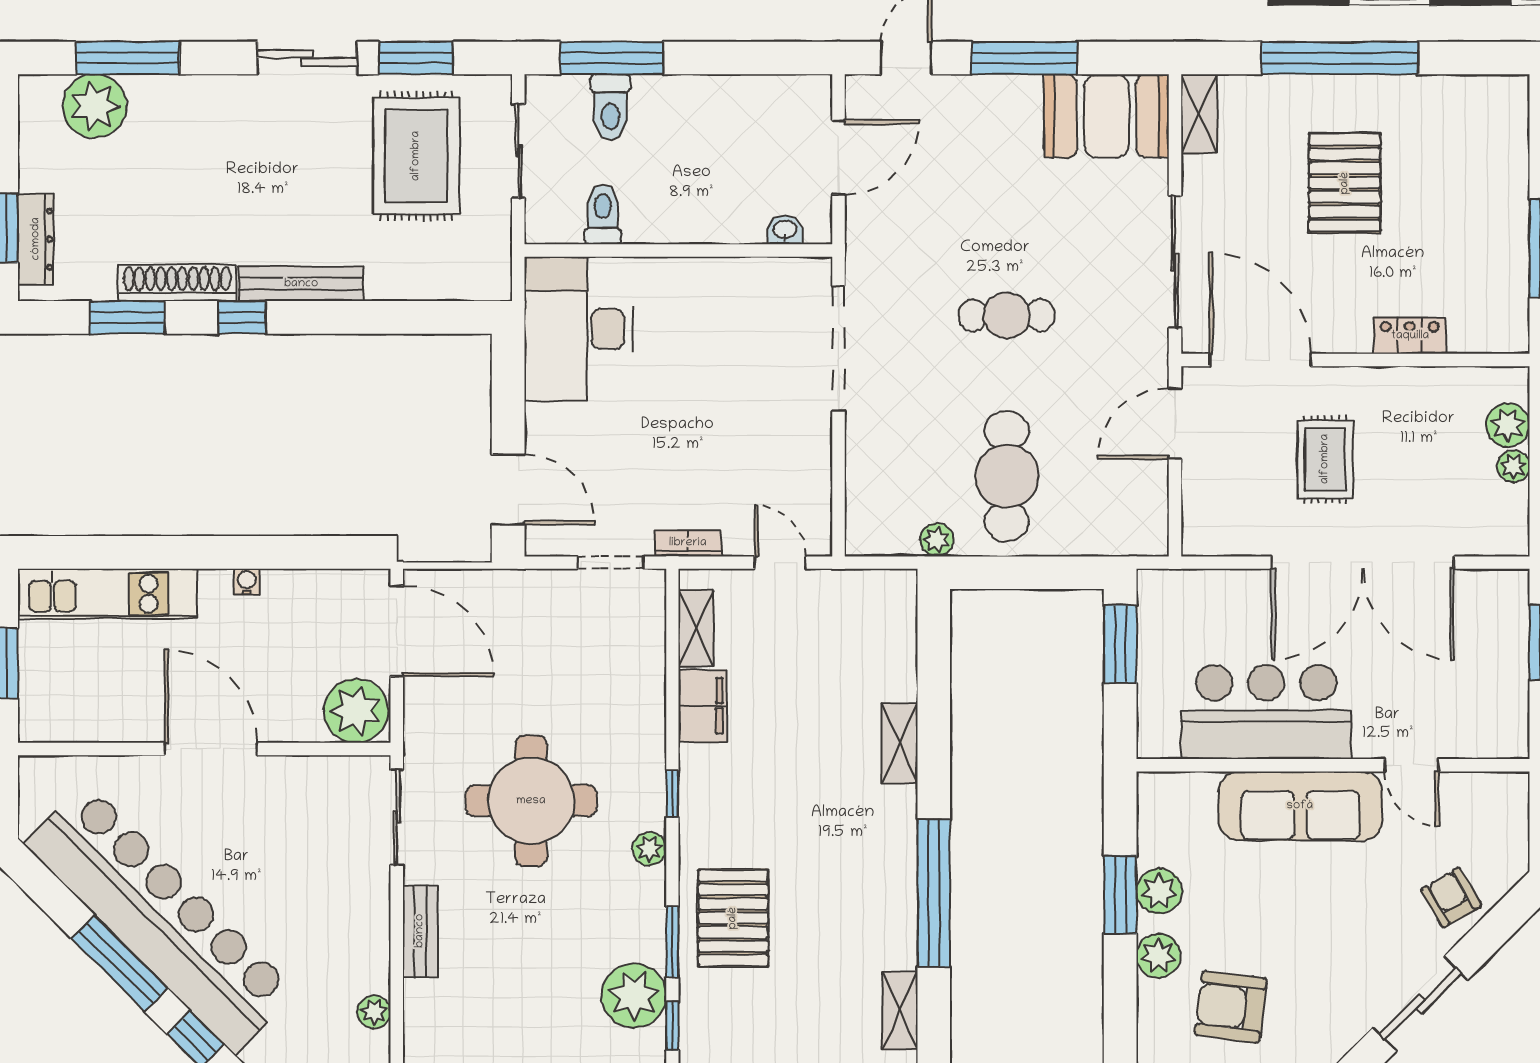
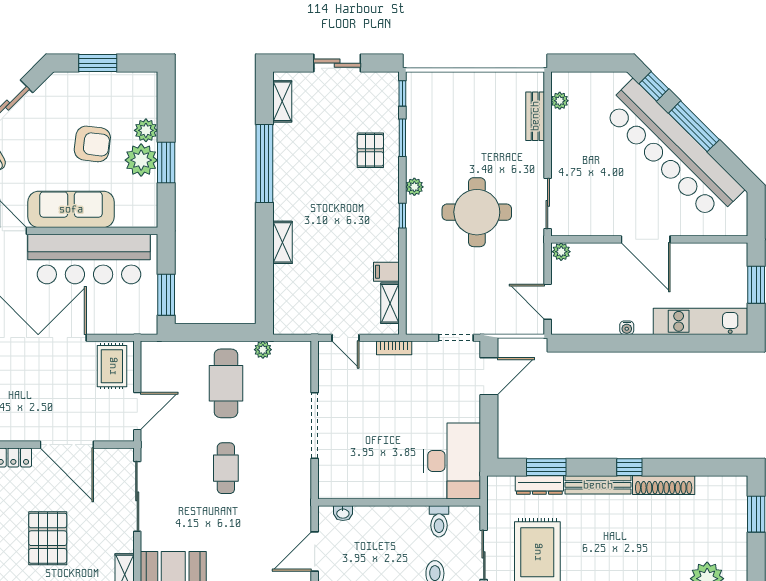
dresser: (36, 239) -> (539, 485), moved, turned -90
cafe table: (1007, 315) -> (226, 468), turned 90
window: (127, 317) -> (546, 467), moved
doorway: (839, 348) -> (315, 425), moved
door: (1260, 360) -> (67, 445), moved
rug: (1325, 459) -> (112, 366), moved
door: (508, 490) -> (489, 376), swing flipped
doorway: (611, 563) -> (456, 338), moved
door: (397, 631) -> (548, 302), width x0.73
filing cabinet: (703, 706) -> (386, 272), width x0.50
plant: (356, 711) -> (561, 252), width x0.53, depth x0.53
bar counter: (1266, 712) -> (89, 259), width x1.36
plant: (1159, 891) -> (141, 160), width x1.36, depth x1.36
pallet: (733, 918) -> (370, 150), width x0.67, depth x0.71
bench: (420, 931) -> (535, 116), moved
plant: (634, 996) -> (423, 109), removed
armchair: (1231, 1007) -> (92, 144), moved

